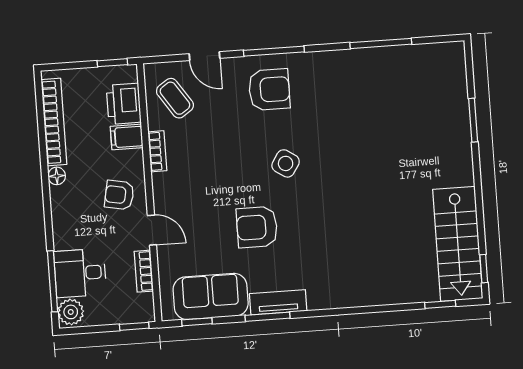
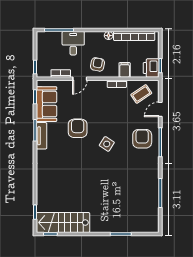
armchair: (269, 90) -> (142, 139), turned 180
printer: (124, 104) -> (151, 68), moved, turned -90
desk: (80, 273) -> (73, 43), moved
plant: (71, 312) -> (44, 38), removed

